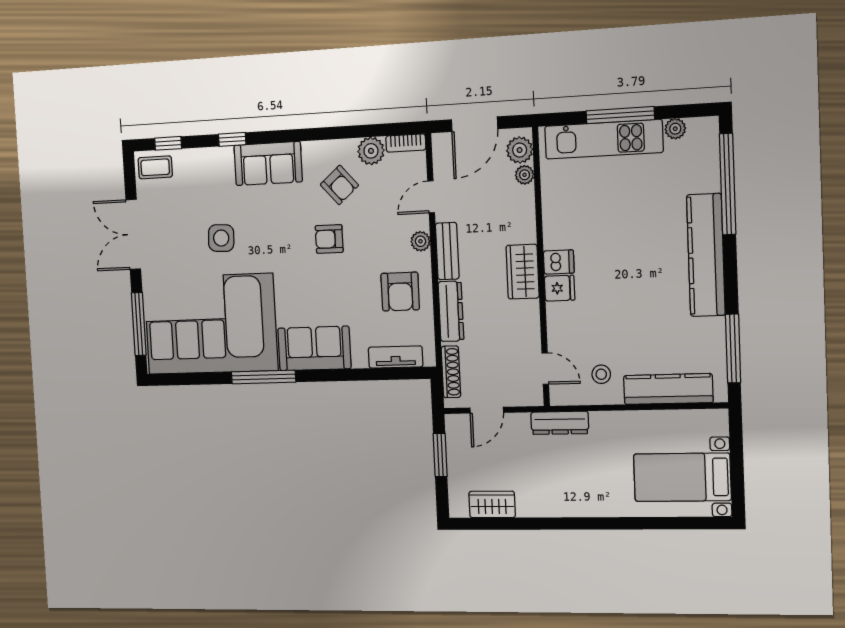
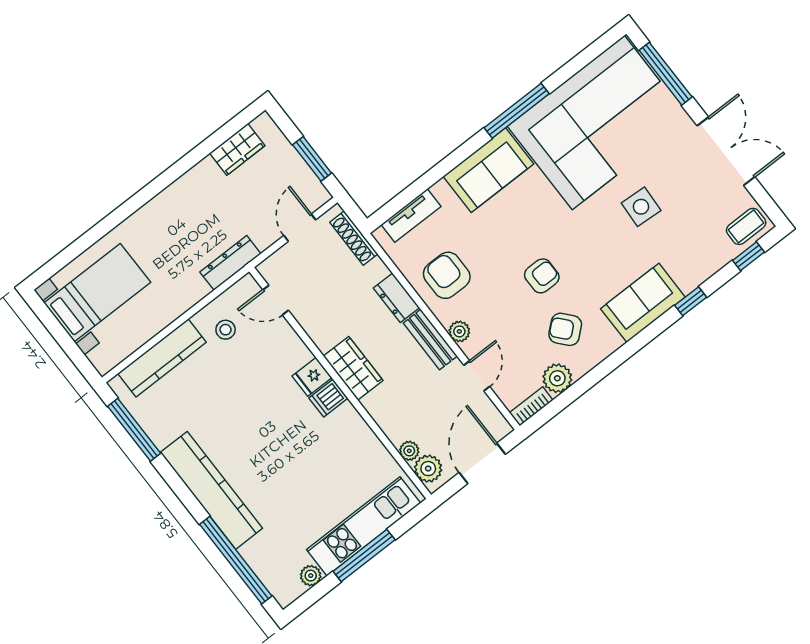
dresser: (451, 311) -> (396, 298), width x0.70

